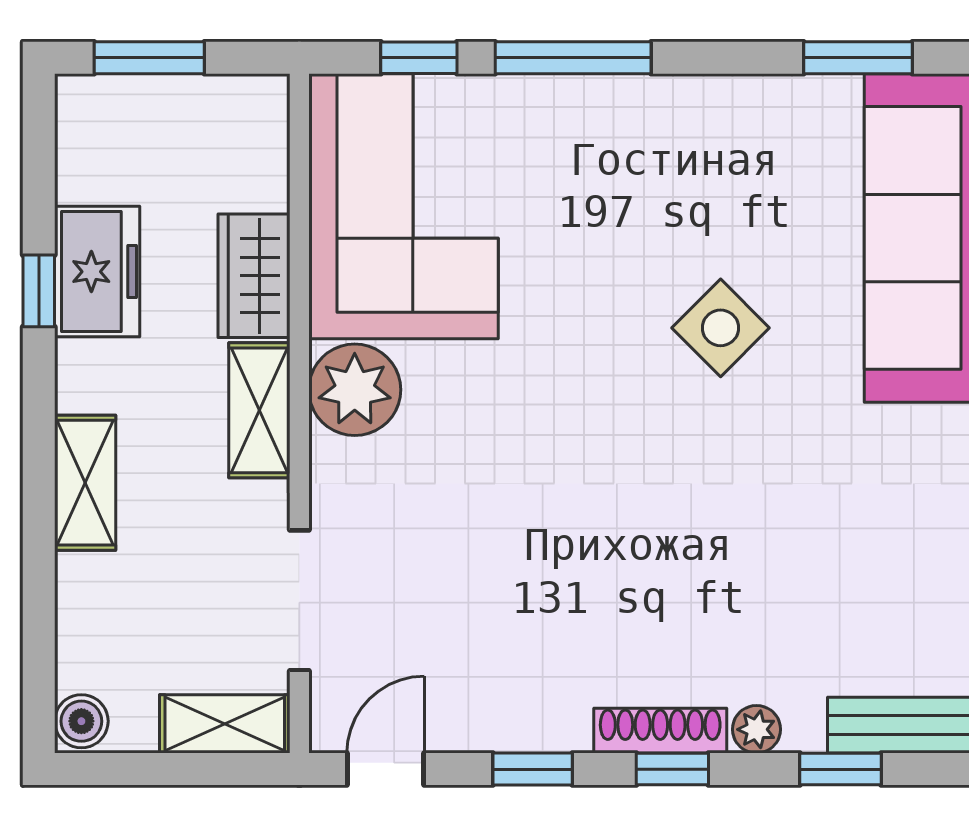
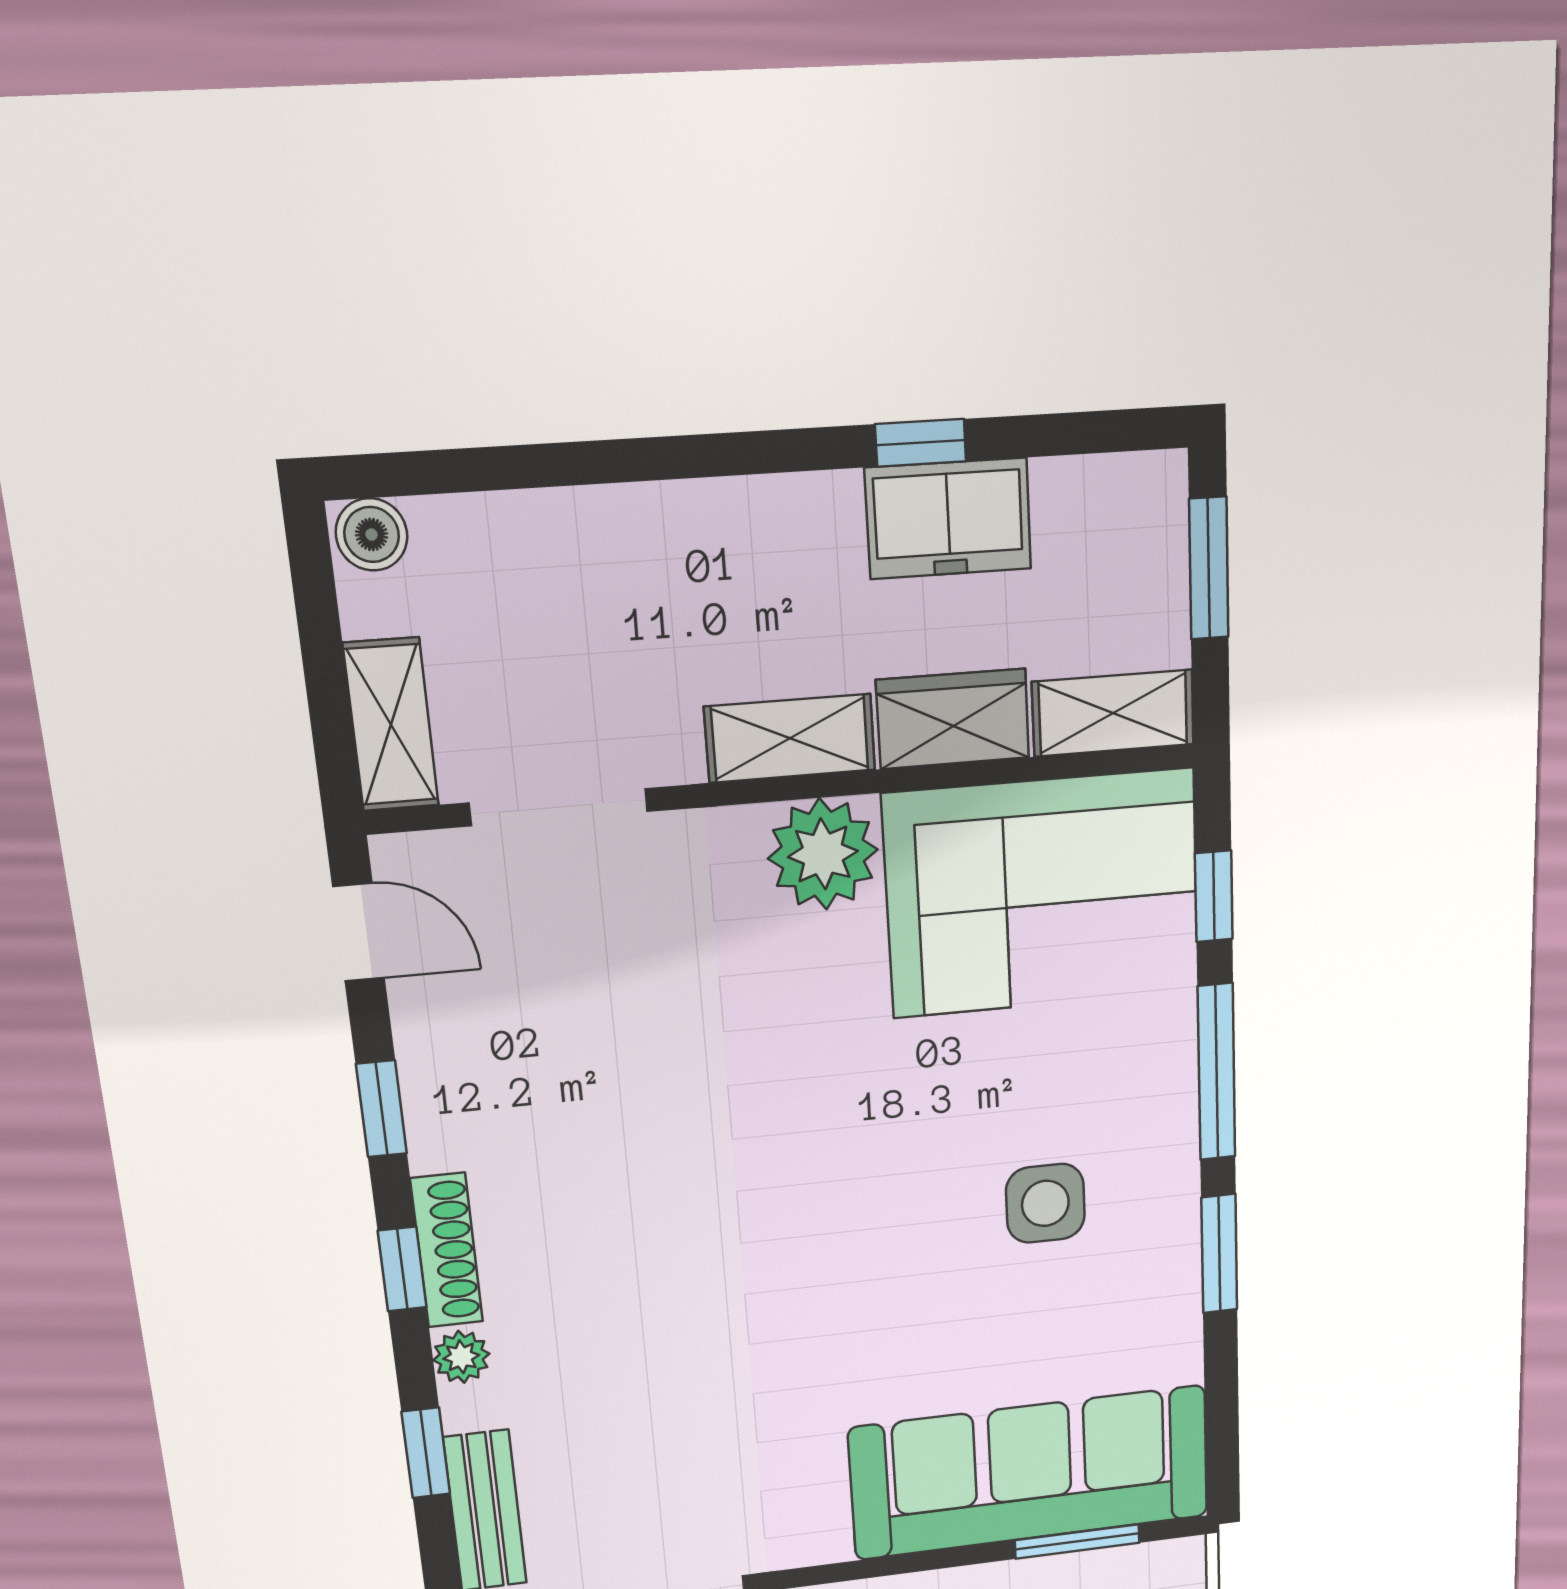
window: (858, 58) -> (1219, 1254), moved
side table: (721, 328) -> (1045, 1203), moved, turned 45
shelving: (85, 483) -> (1113, 713), moved

